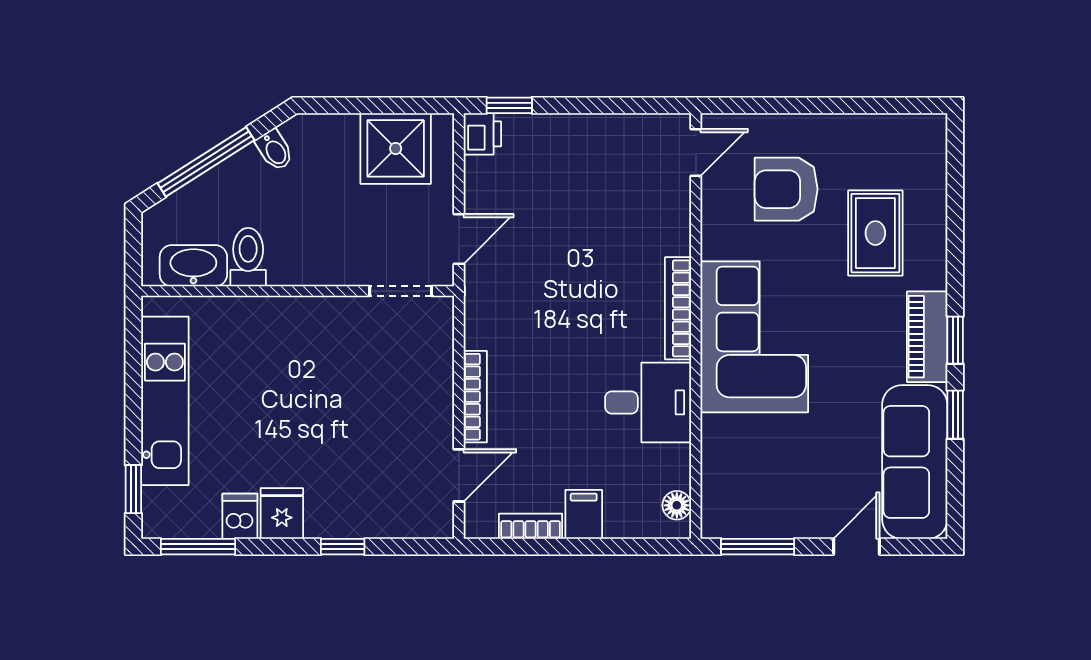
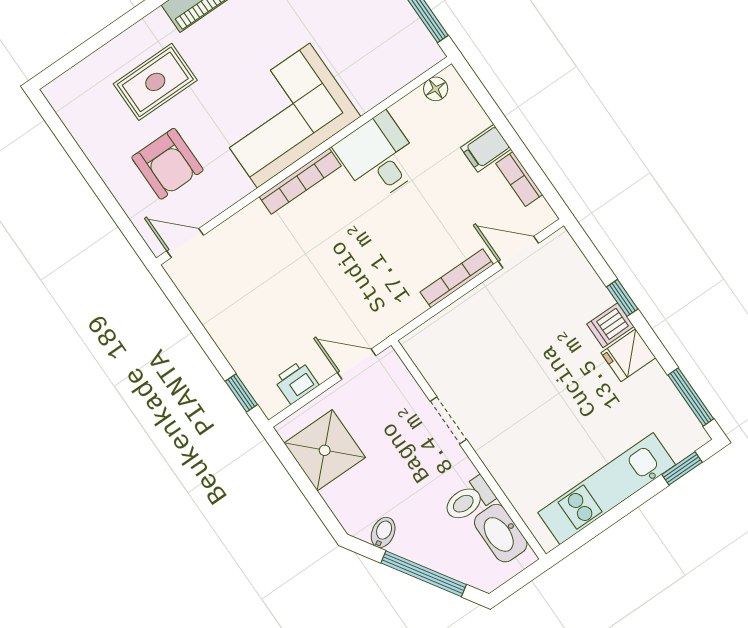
printer: (482, 134) -> (296, 382), moved
doorway: (401, 291) -> (448, 420), moved
dishwasher: (240, 516) -> (610, 325), moved

